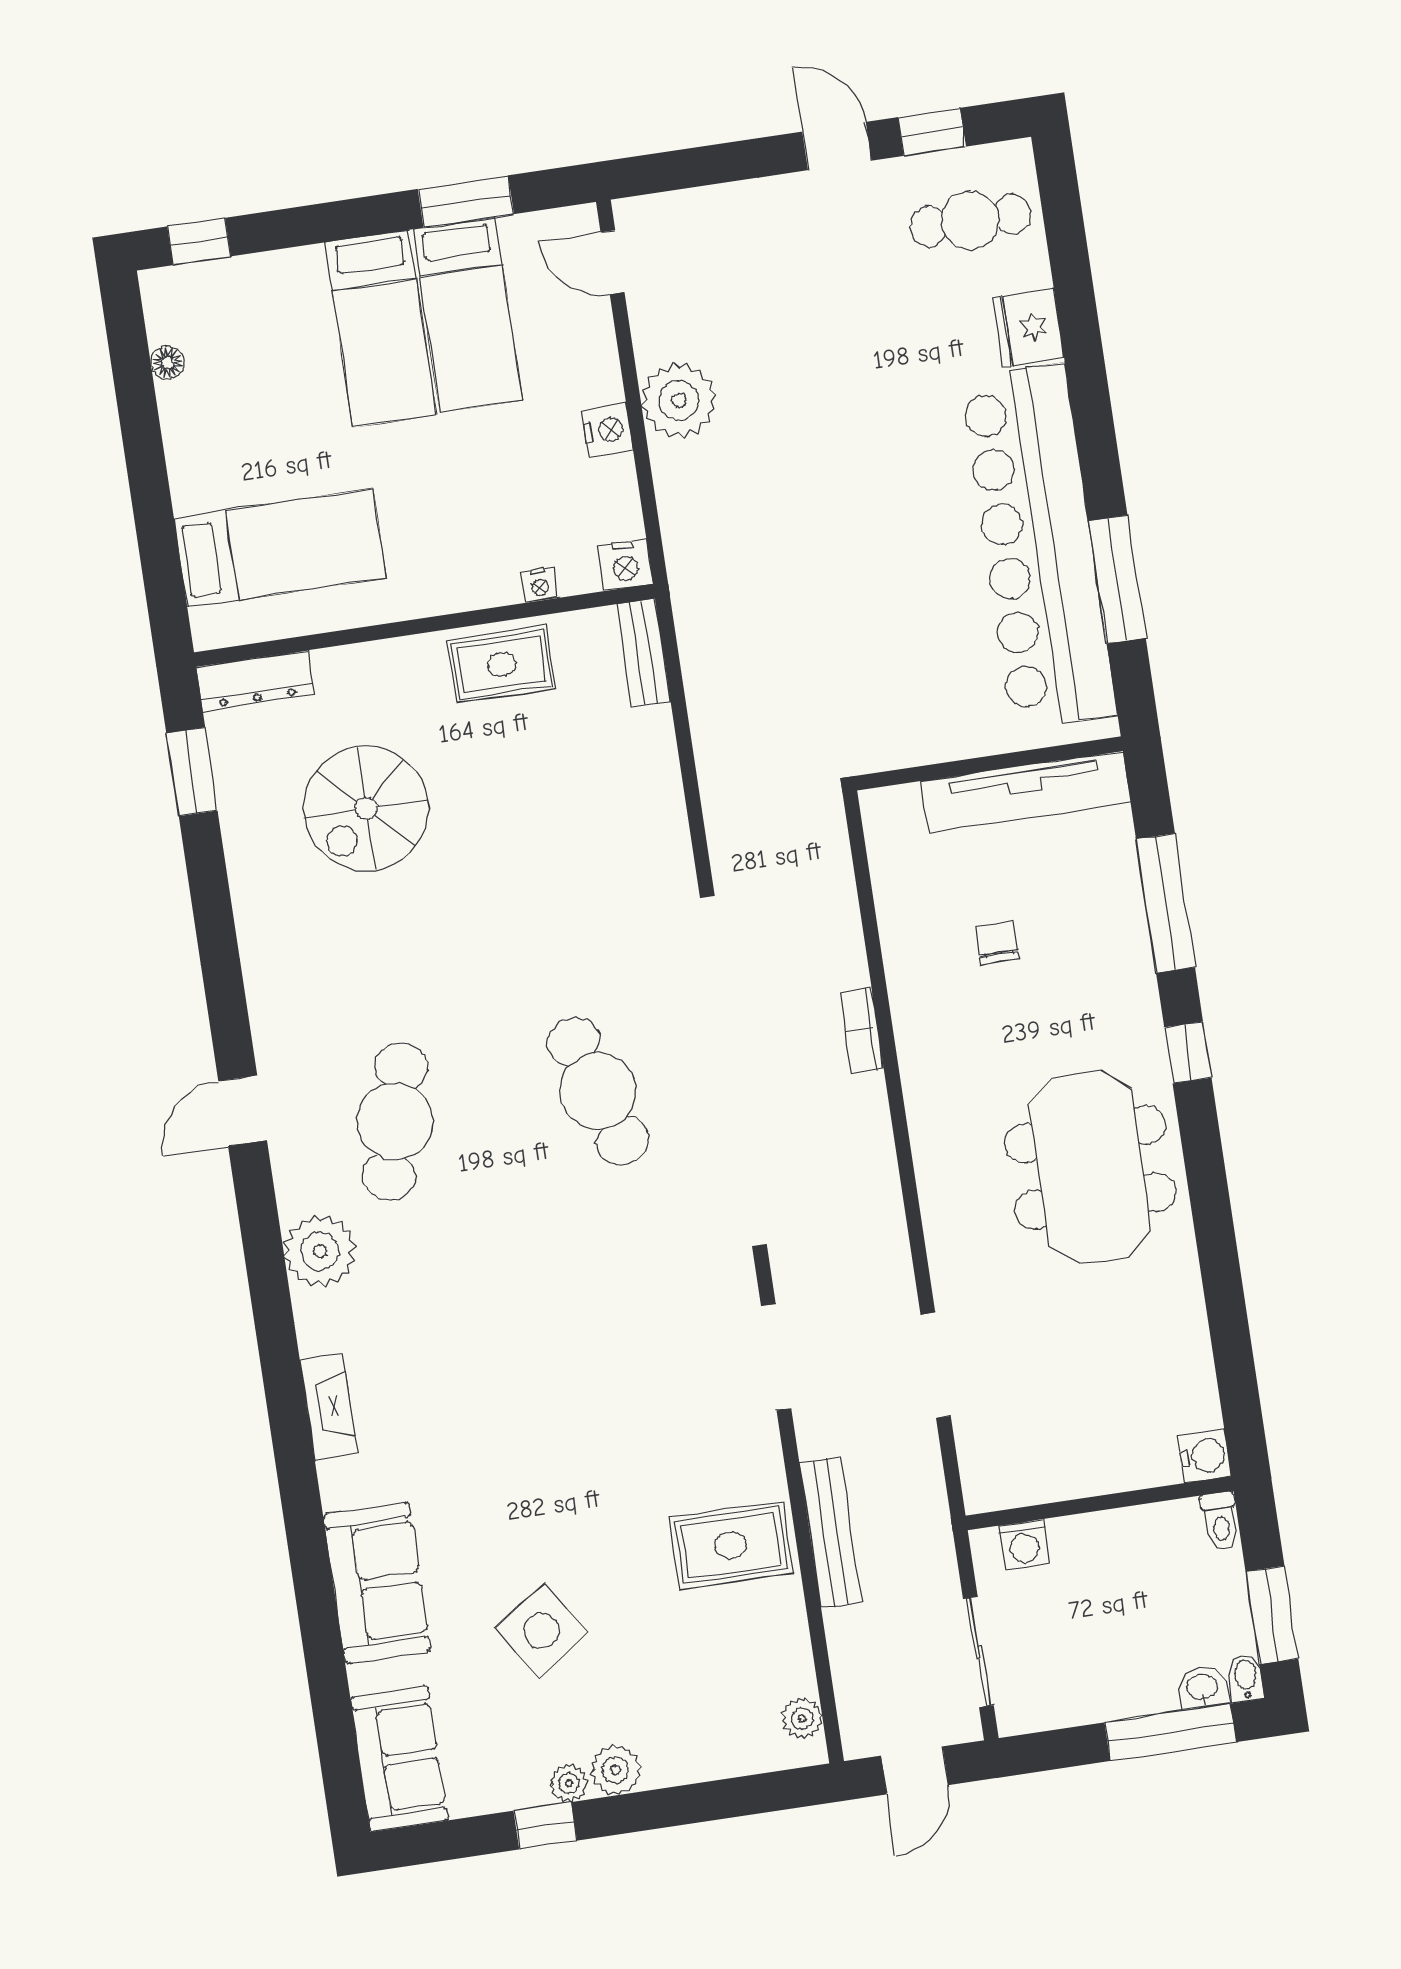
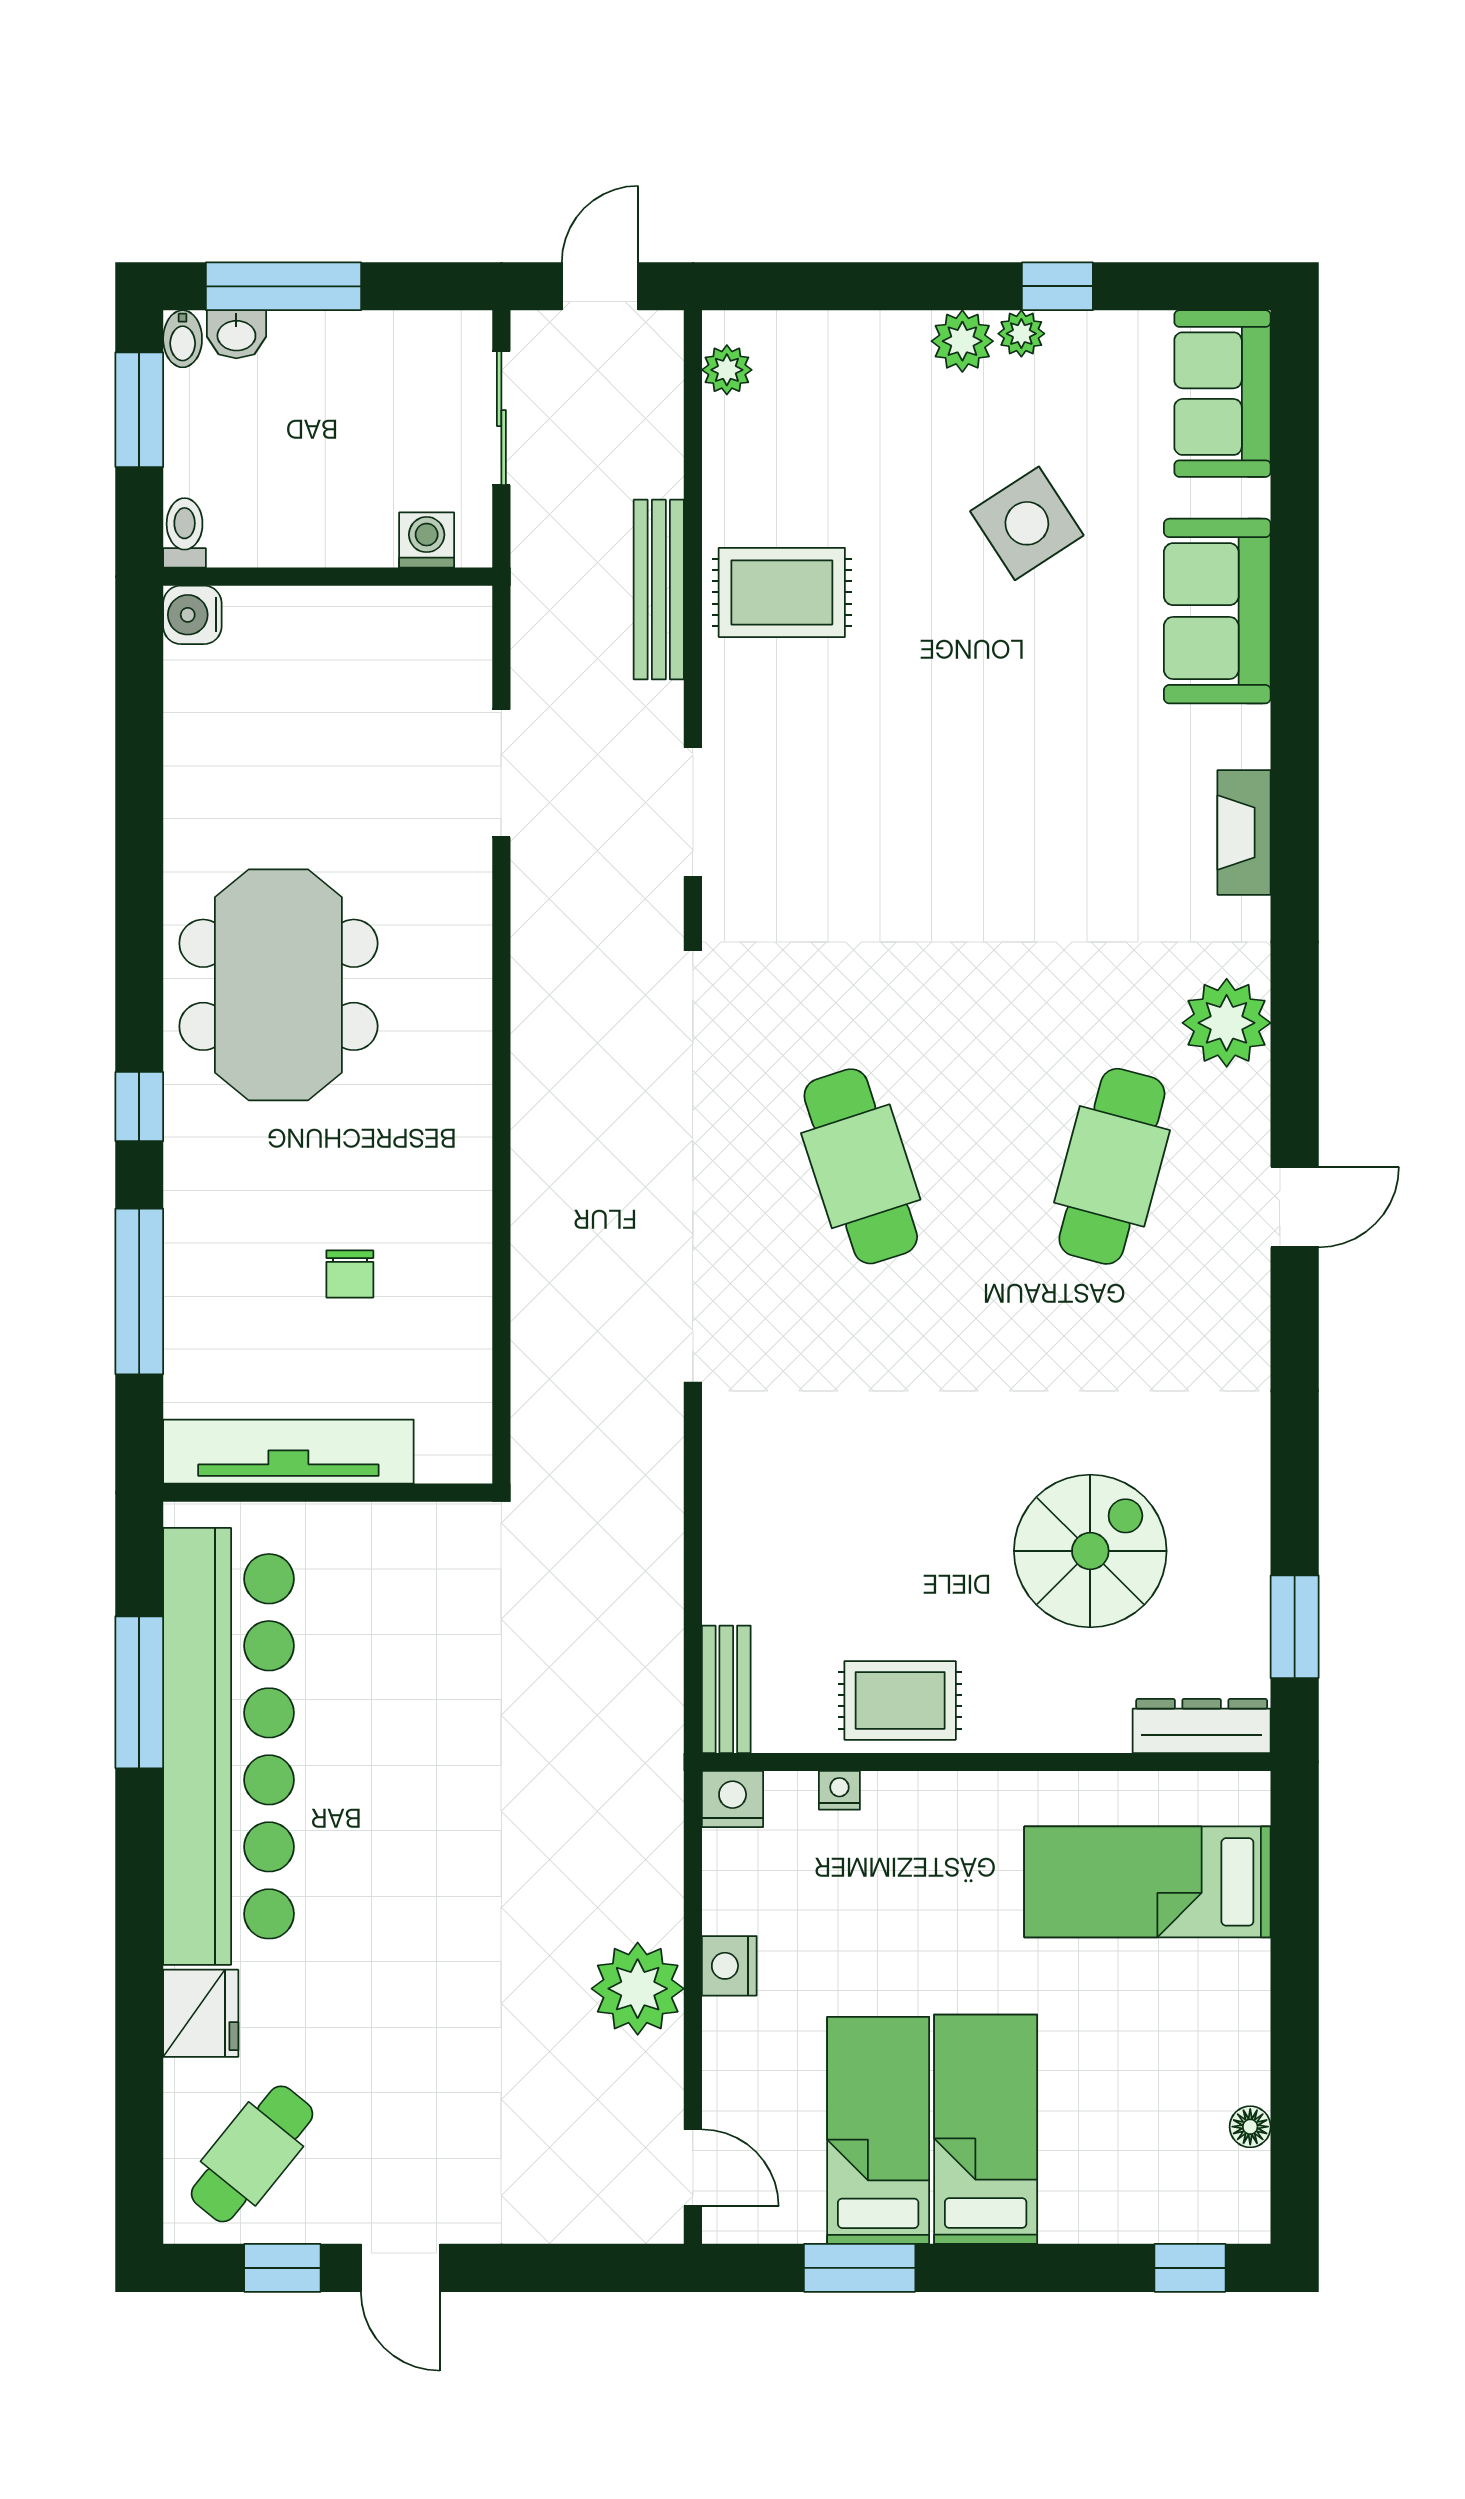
cafe table: (970, 220) -> (252, 2154), turned -51
bookcase: (861, 1030) -> (531, 1192), removed

